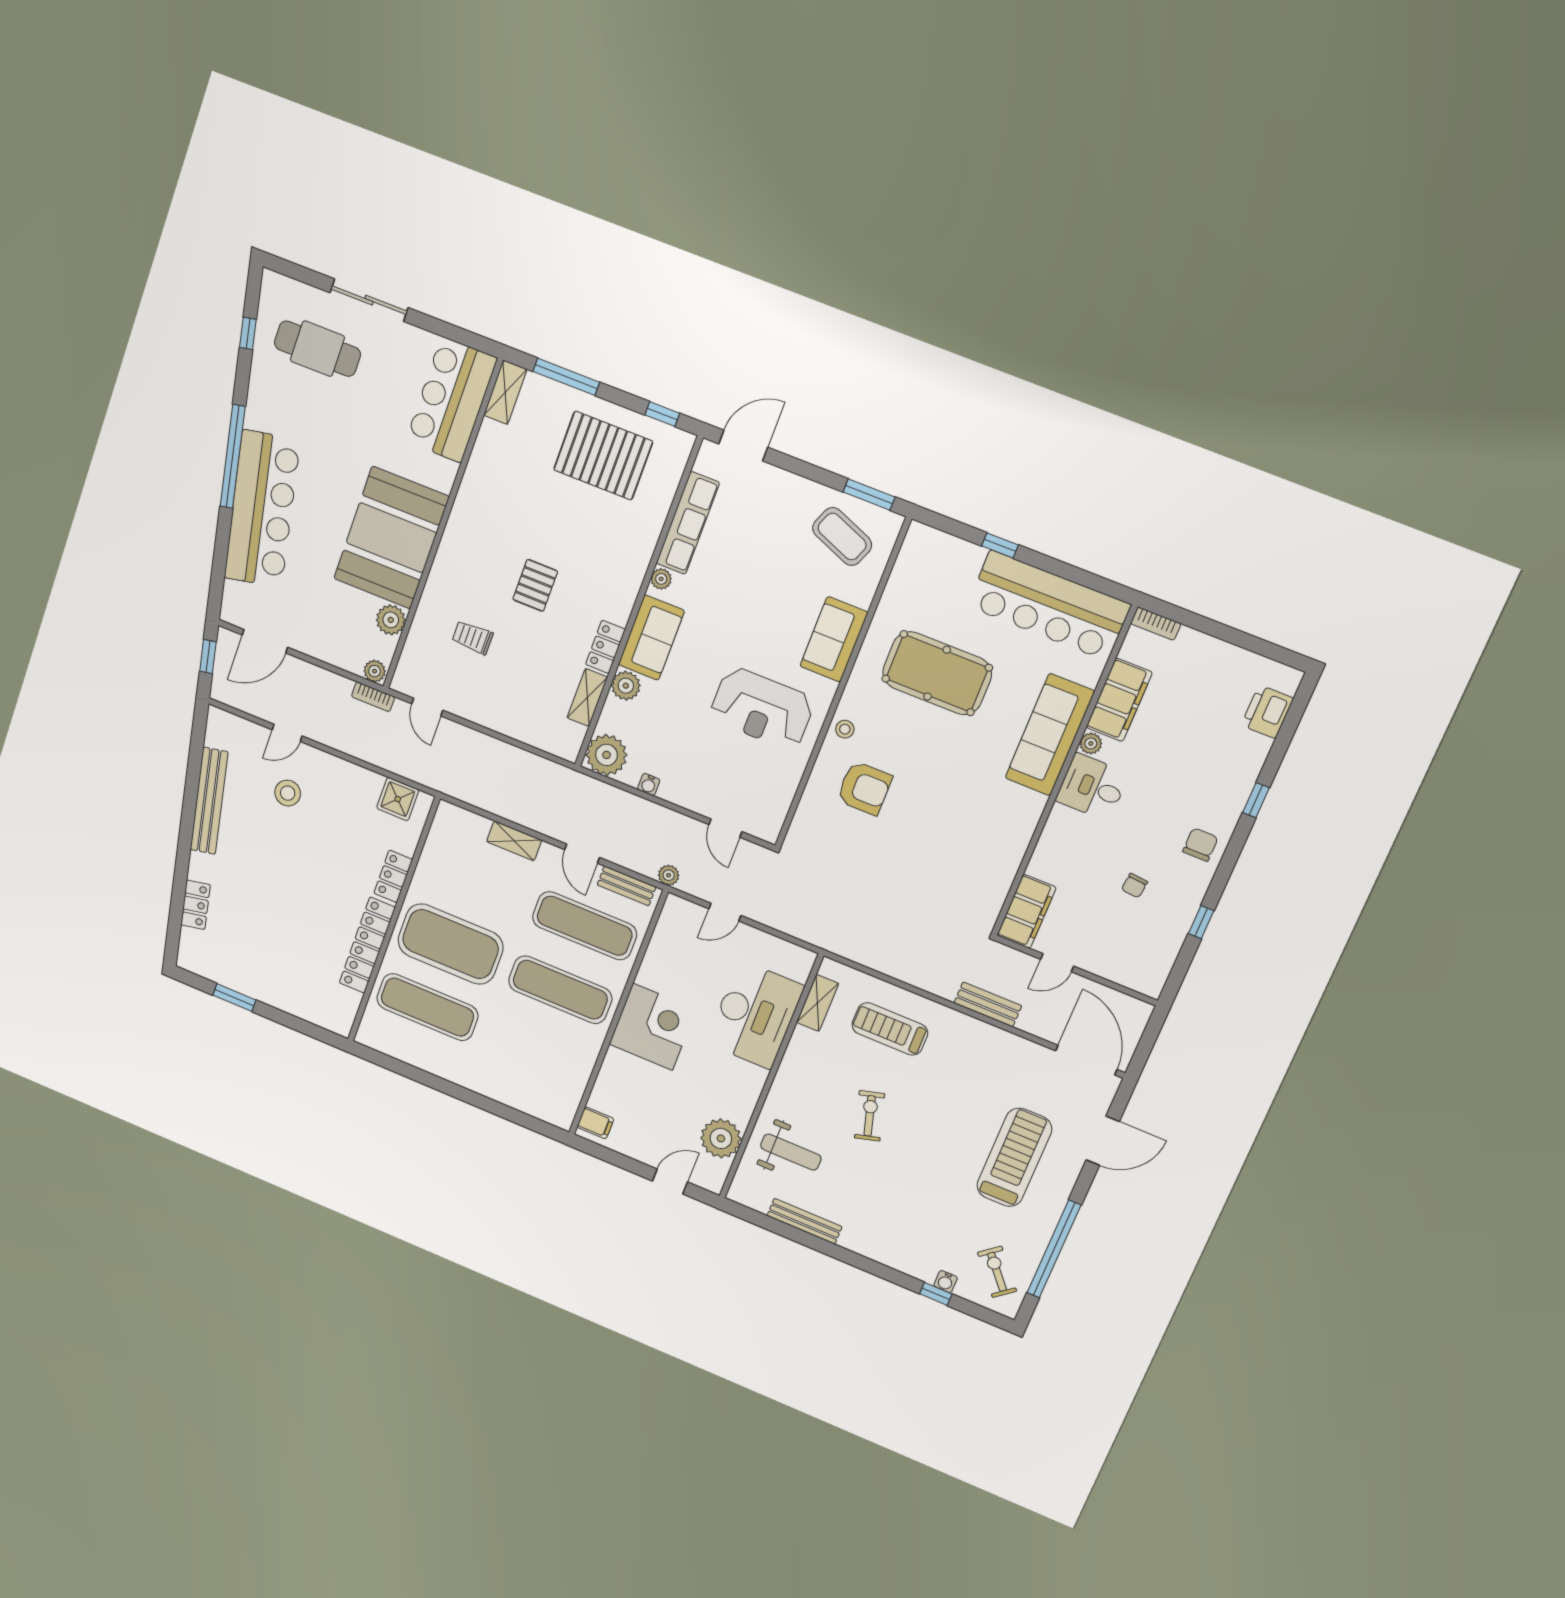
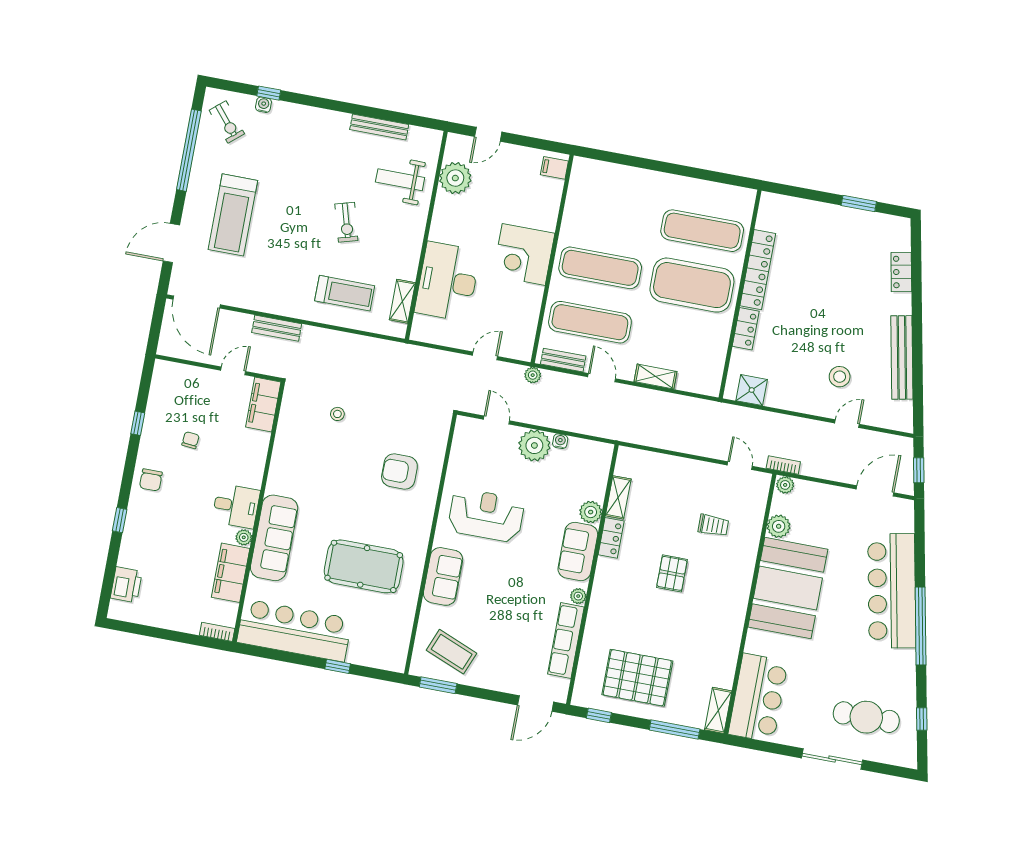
stool: (845, 729) -> (337, 414), moved
plant: (607, 755) -> (534, 445), moved

